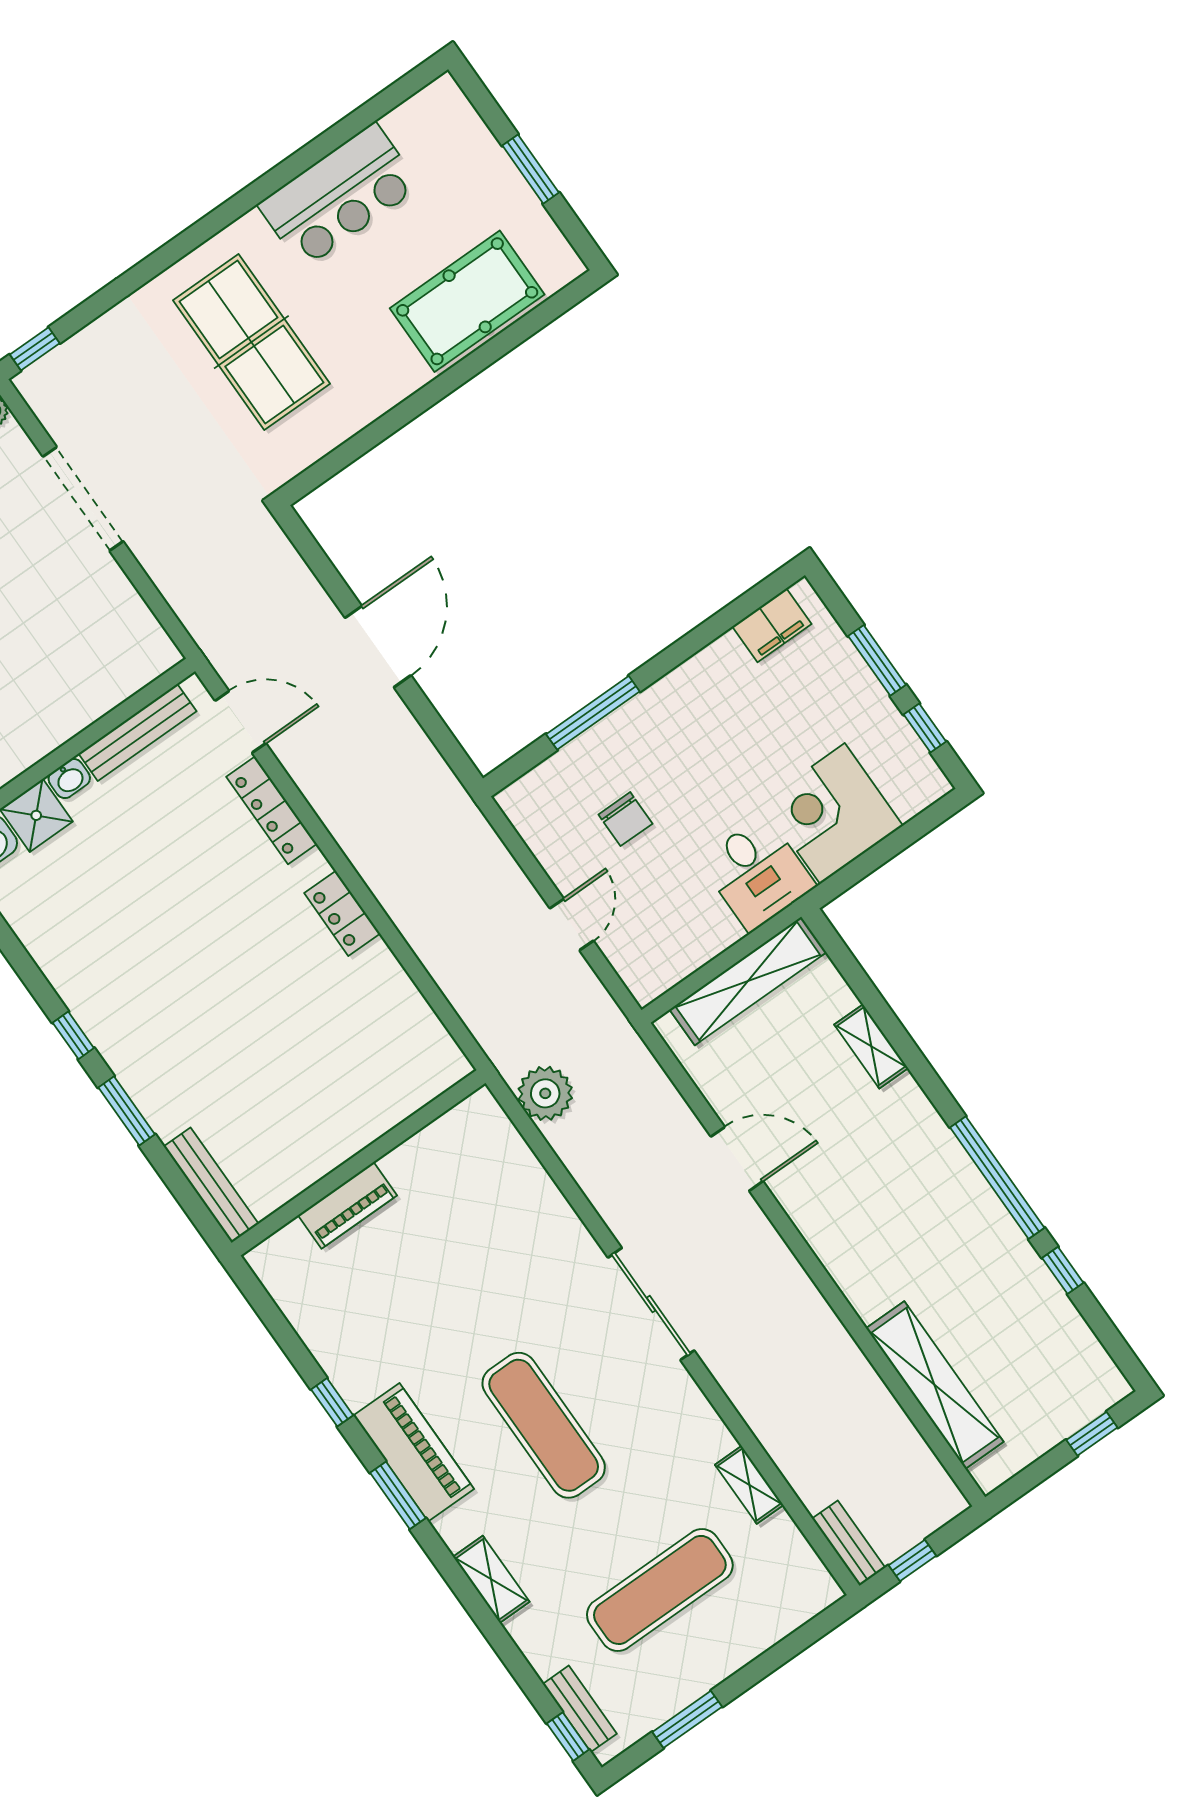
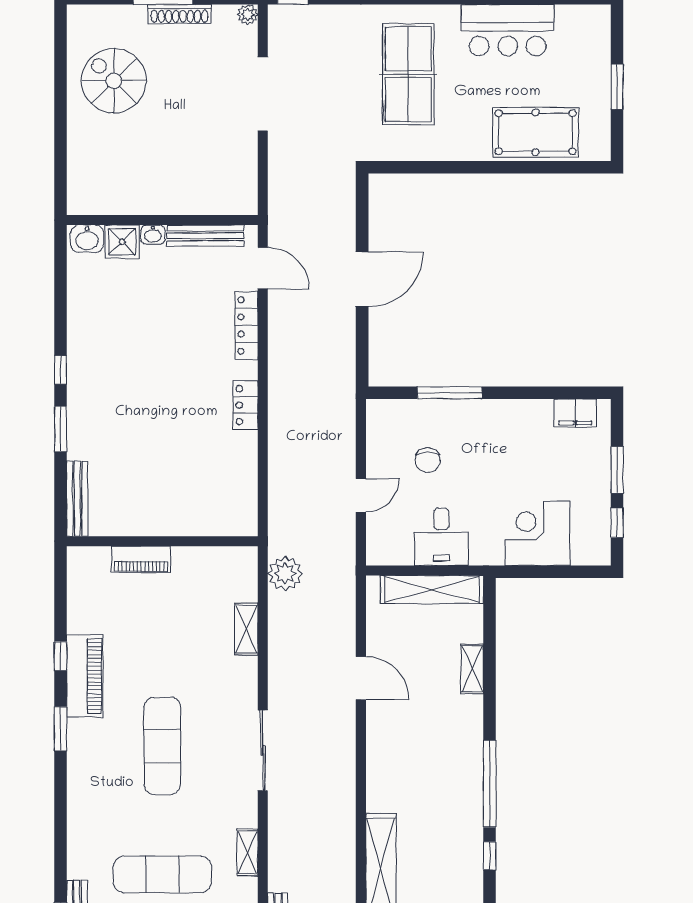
desk: (757, 873) -> (441, 537), moved
sliding door: (651, 1304) -> (263, 751), moved
piano: (414, 1452) -> (85, 676), moved
shelving: (491, 1579) -> (246, 629), moved

